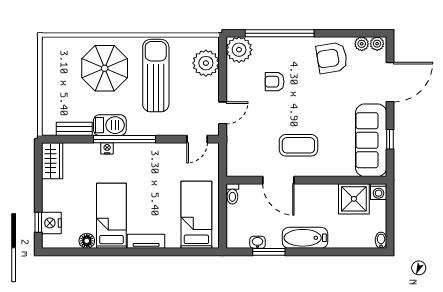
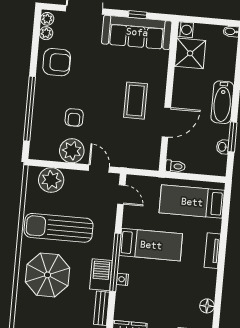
plant: (239, 50) -> (72, 151), moved
armchair: (332, 58) -> (57, 62), turned -81
bed: (111, 216) -> (151, 245), moved, turned 180

